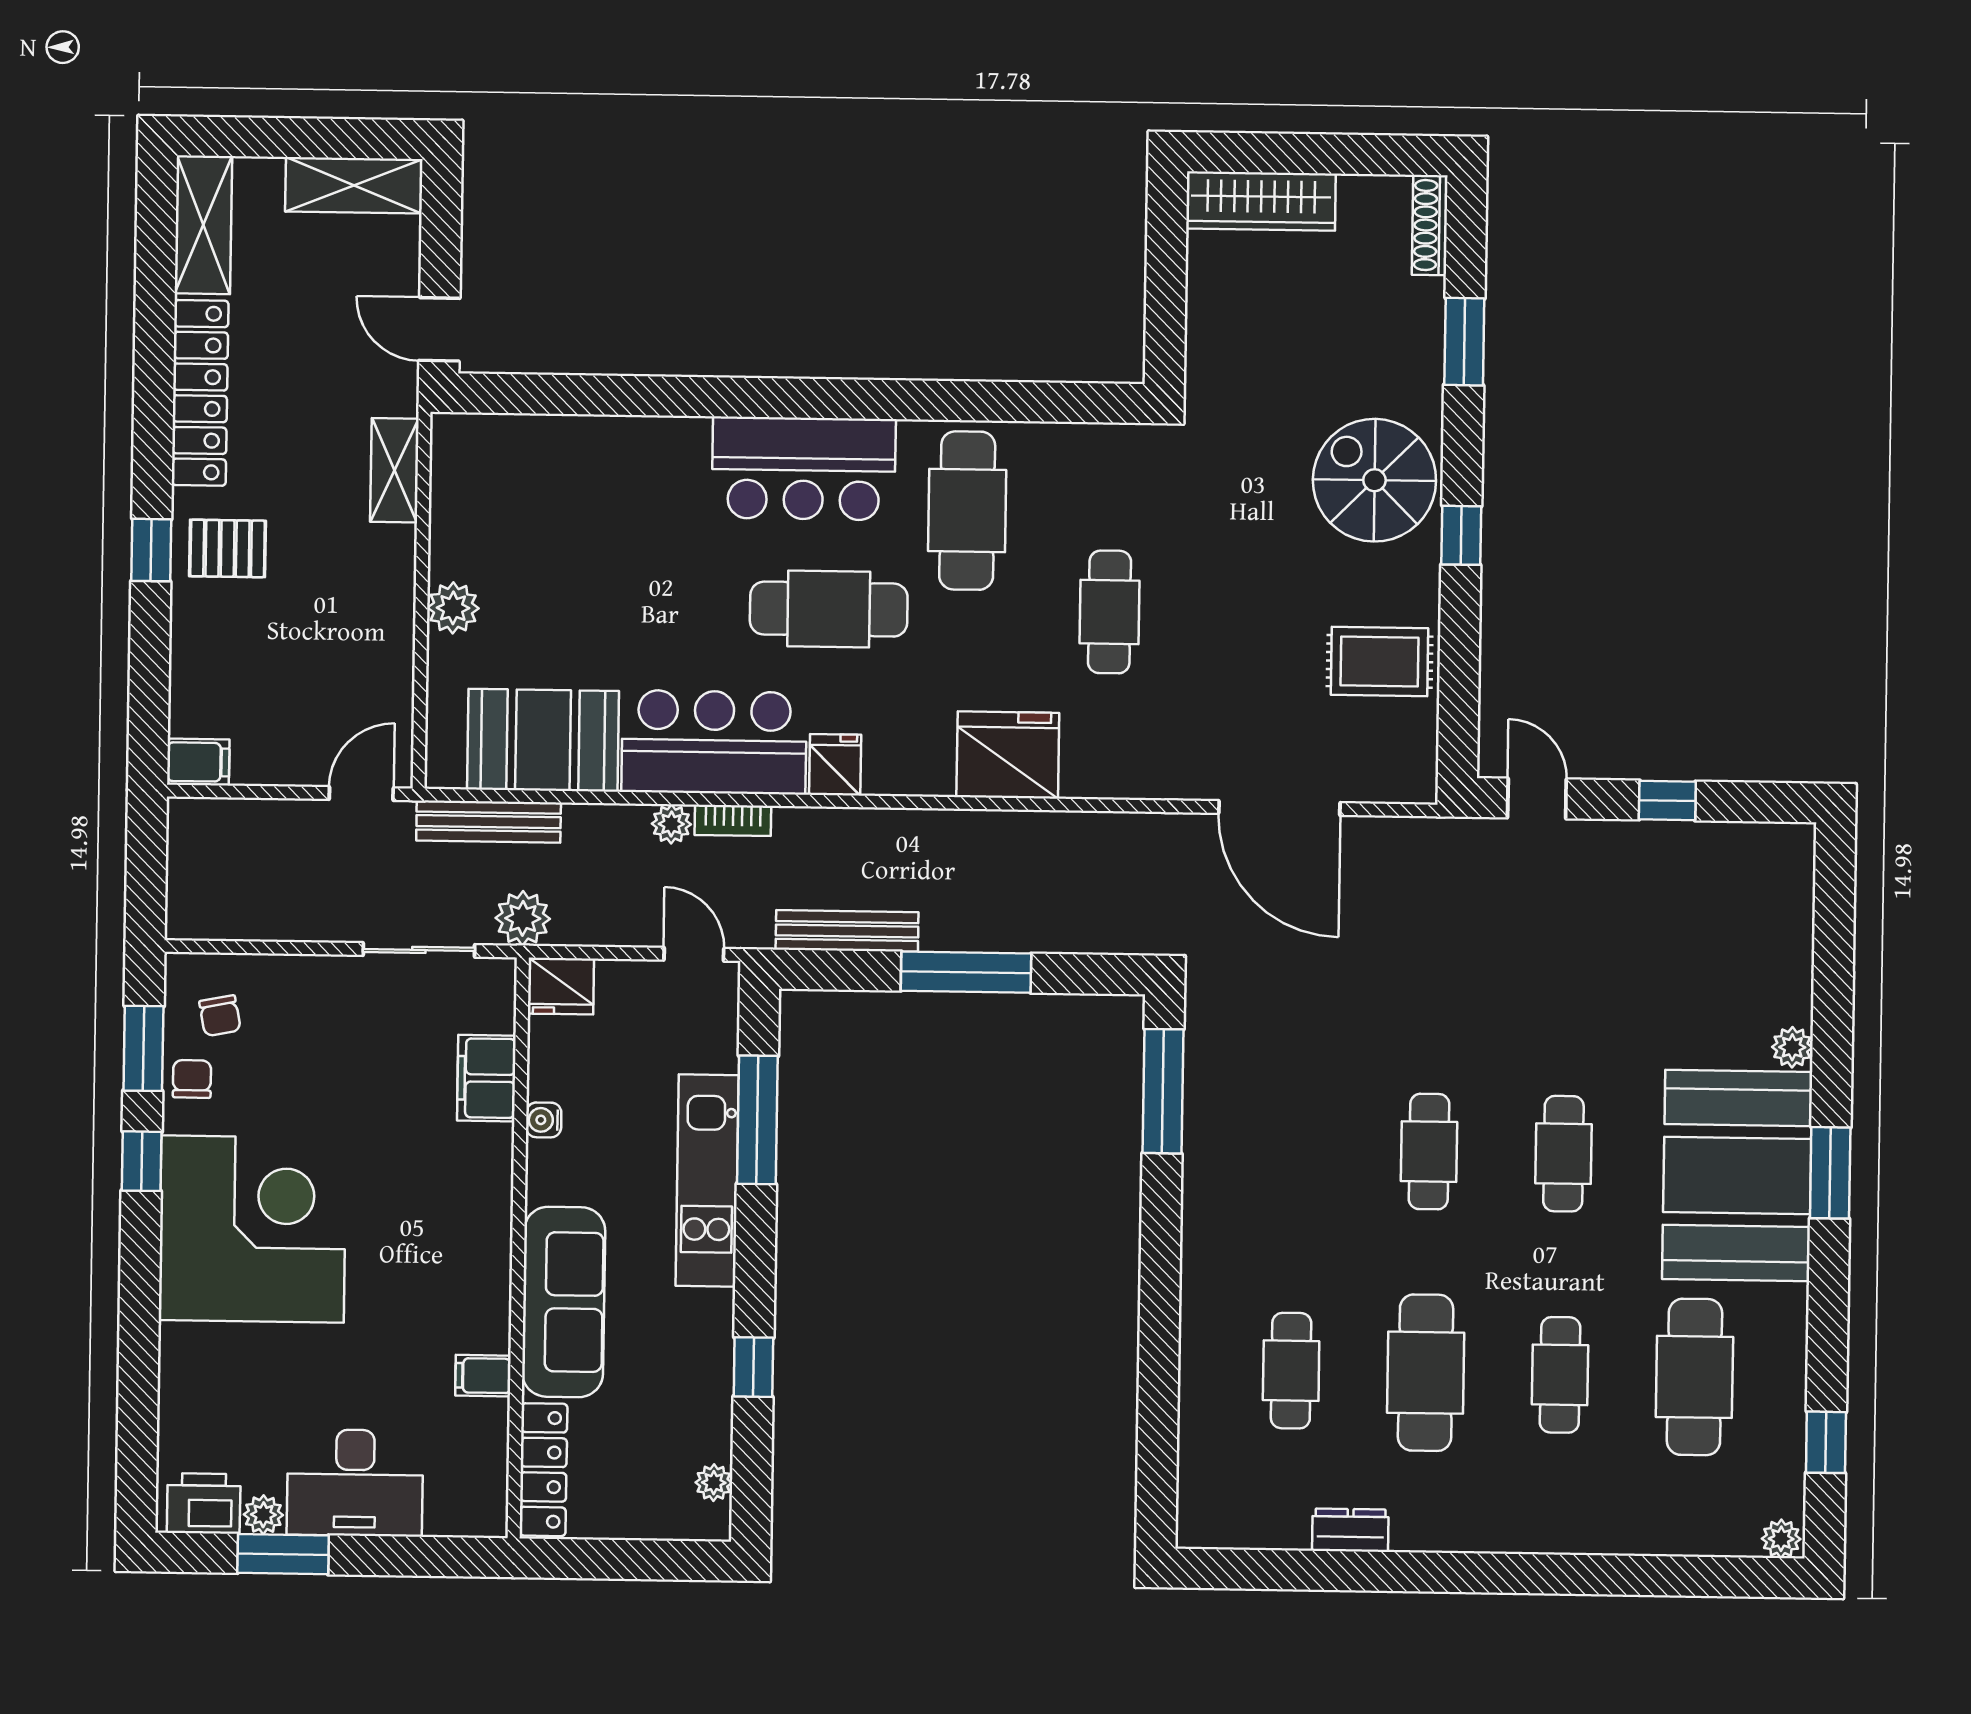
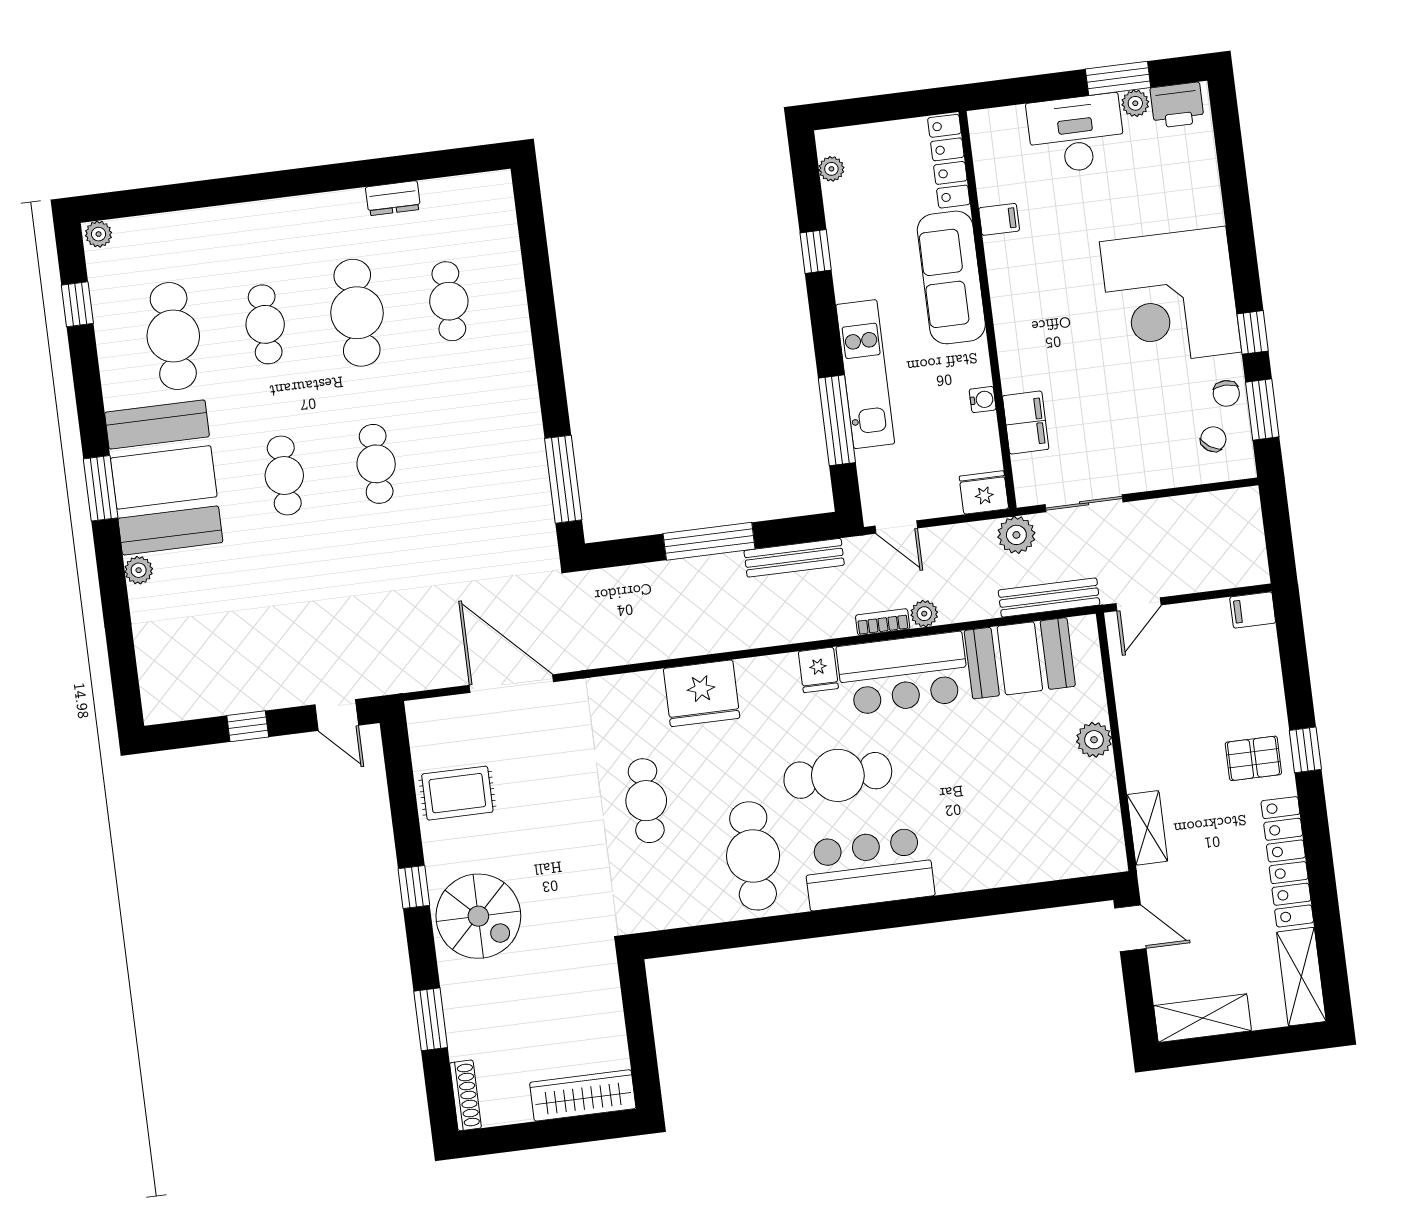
chair: (220, 1016) -> (1213, 439), turned 45

